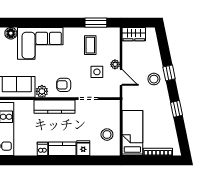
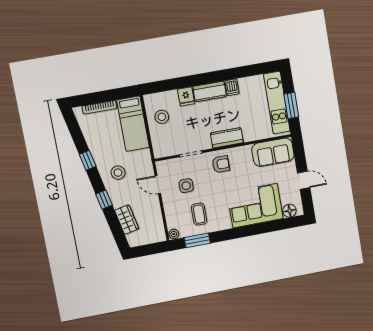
wardrobe: (134, 34) -> (127, 219), moved, turned 78
plant: (115, 64) -> (174, 234), moved
stool: (154, 79) -> (118, 173), moved
plant: (42, 91) -> (244, 152), removed
kitchen counter: (55, 107) -> (227, 138), width x0.67

